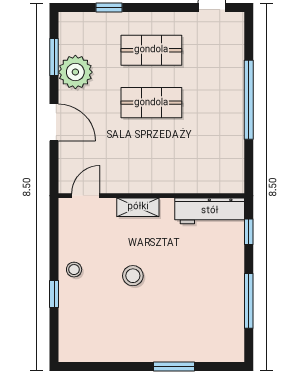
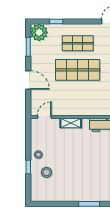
plant: (75, 72) -> (39, 32), moved
shop shelf: (151, 103) -> (78, 70), width x1.43, depth x1.36
stool: (133, 276) -> (46, 172), moved

